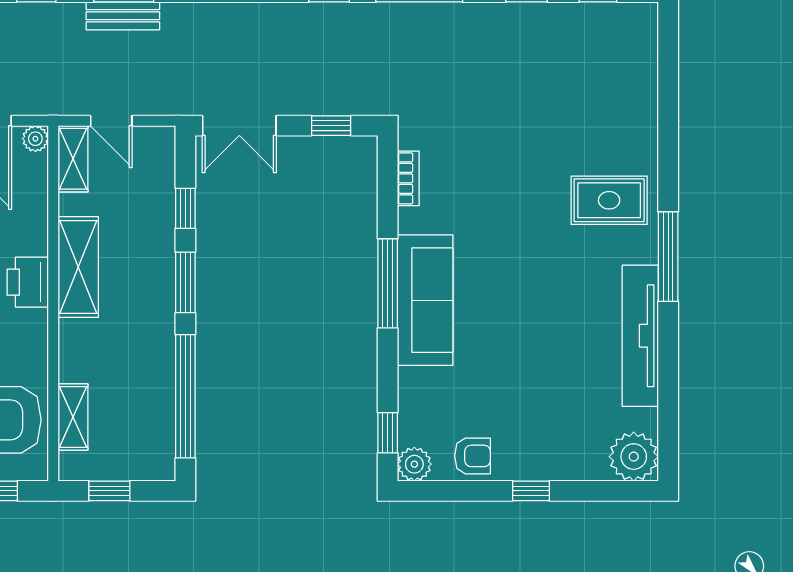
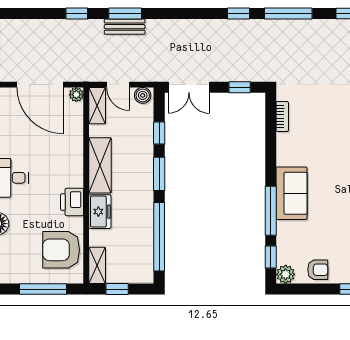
boiler: (156, 140) -> (143, 95), added
printer: (28, 282) -> (72, 202), moved
window: (388, 283) -> (271, 211), moved
sofa: (425, 300) -> (292, 193), width x0.73
freezer: (78, 351) -> (100, 212), added
shelving: (73, 417) -> (97, 265), moved

